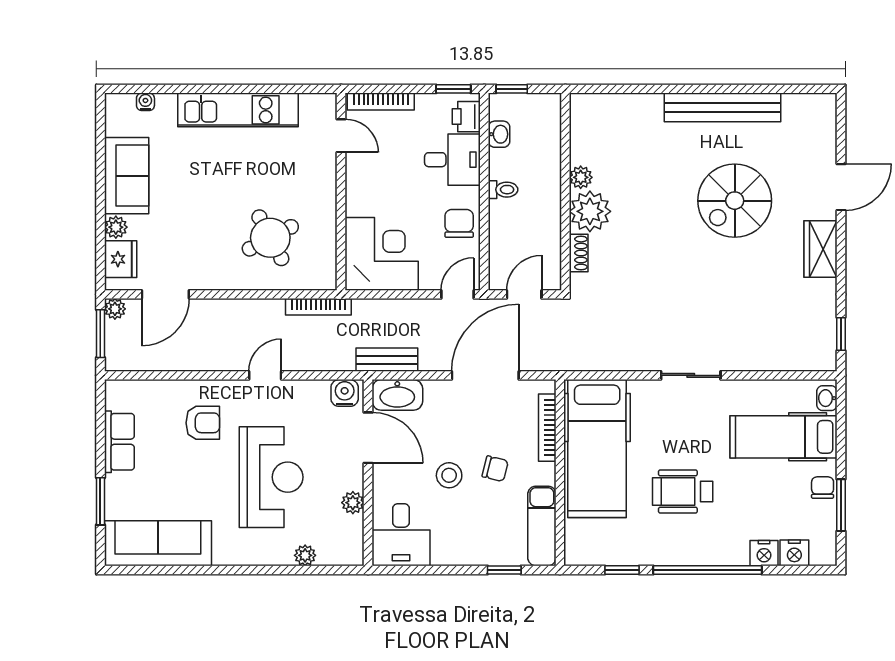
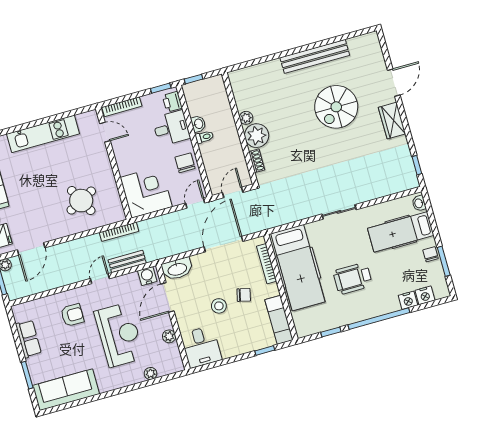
washbasin: (499, 134) -> (198, 124), moved
bench: (387, 360) -> (127, 261), moved
door: (368, 438) -> (167, 298), swing flipped

